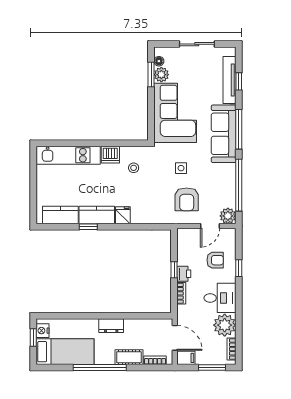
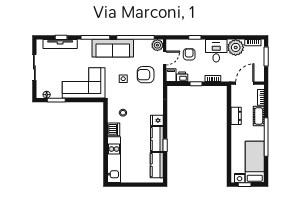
plant: (161, 75) -> (56, 93), removed
sofa: (224, 134) -> (113, 48), moved
armchair: (187, 199) -> (146, 75), turned 180
door: (210, 226) -> (165, 58), hinge flipped
printer: (184, 274) -> (182, 77), moved
dresser: (111, 326) -> (236, 116), moved
filing cabinet: (186, 358) -> (171, 75), moved

